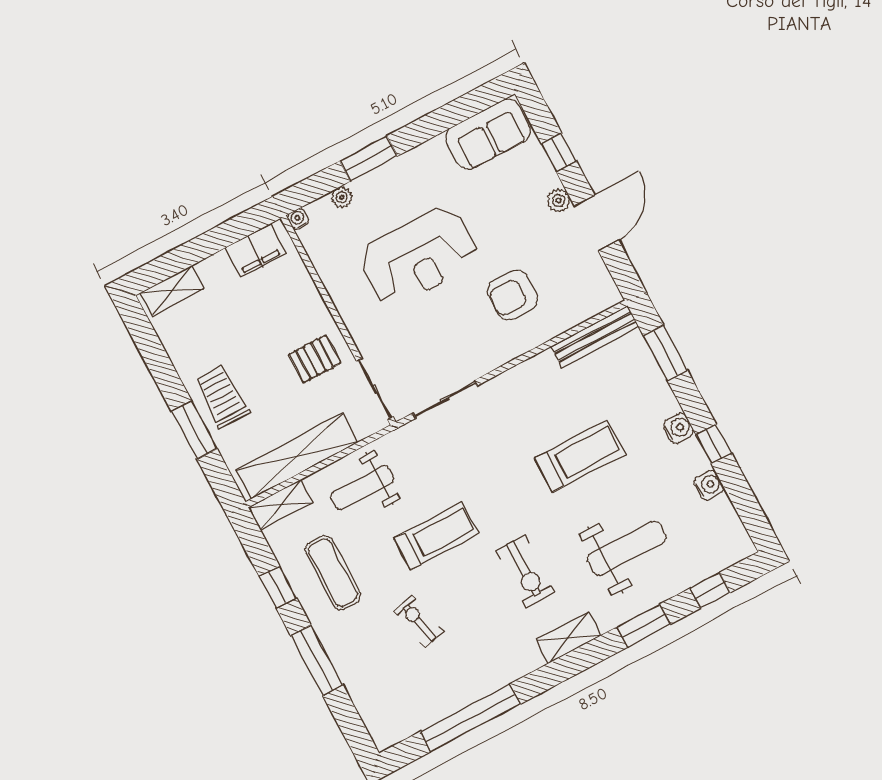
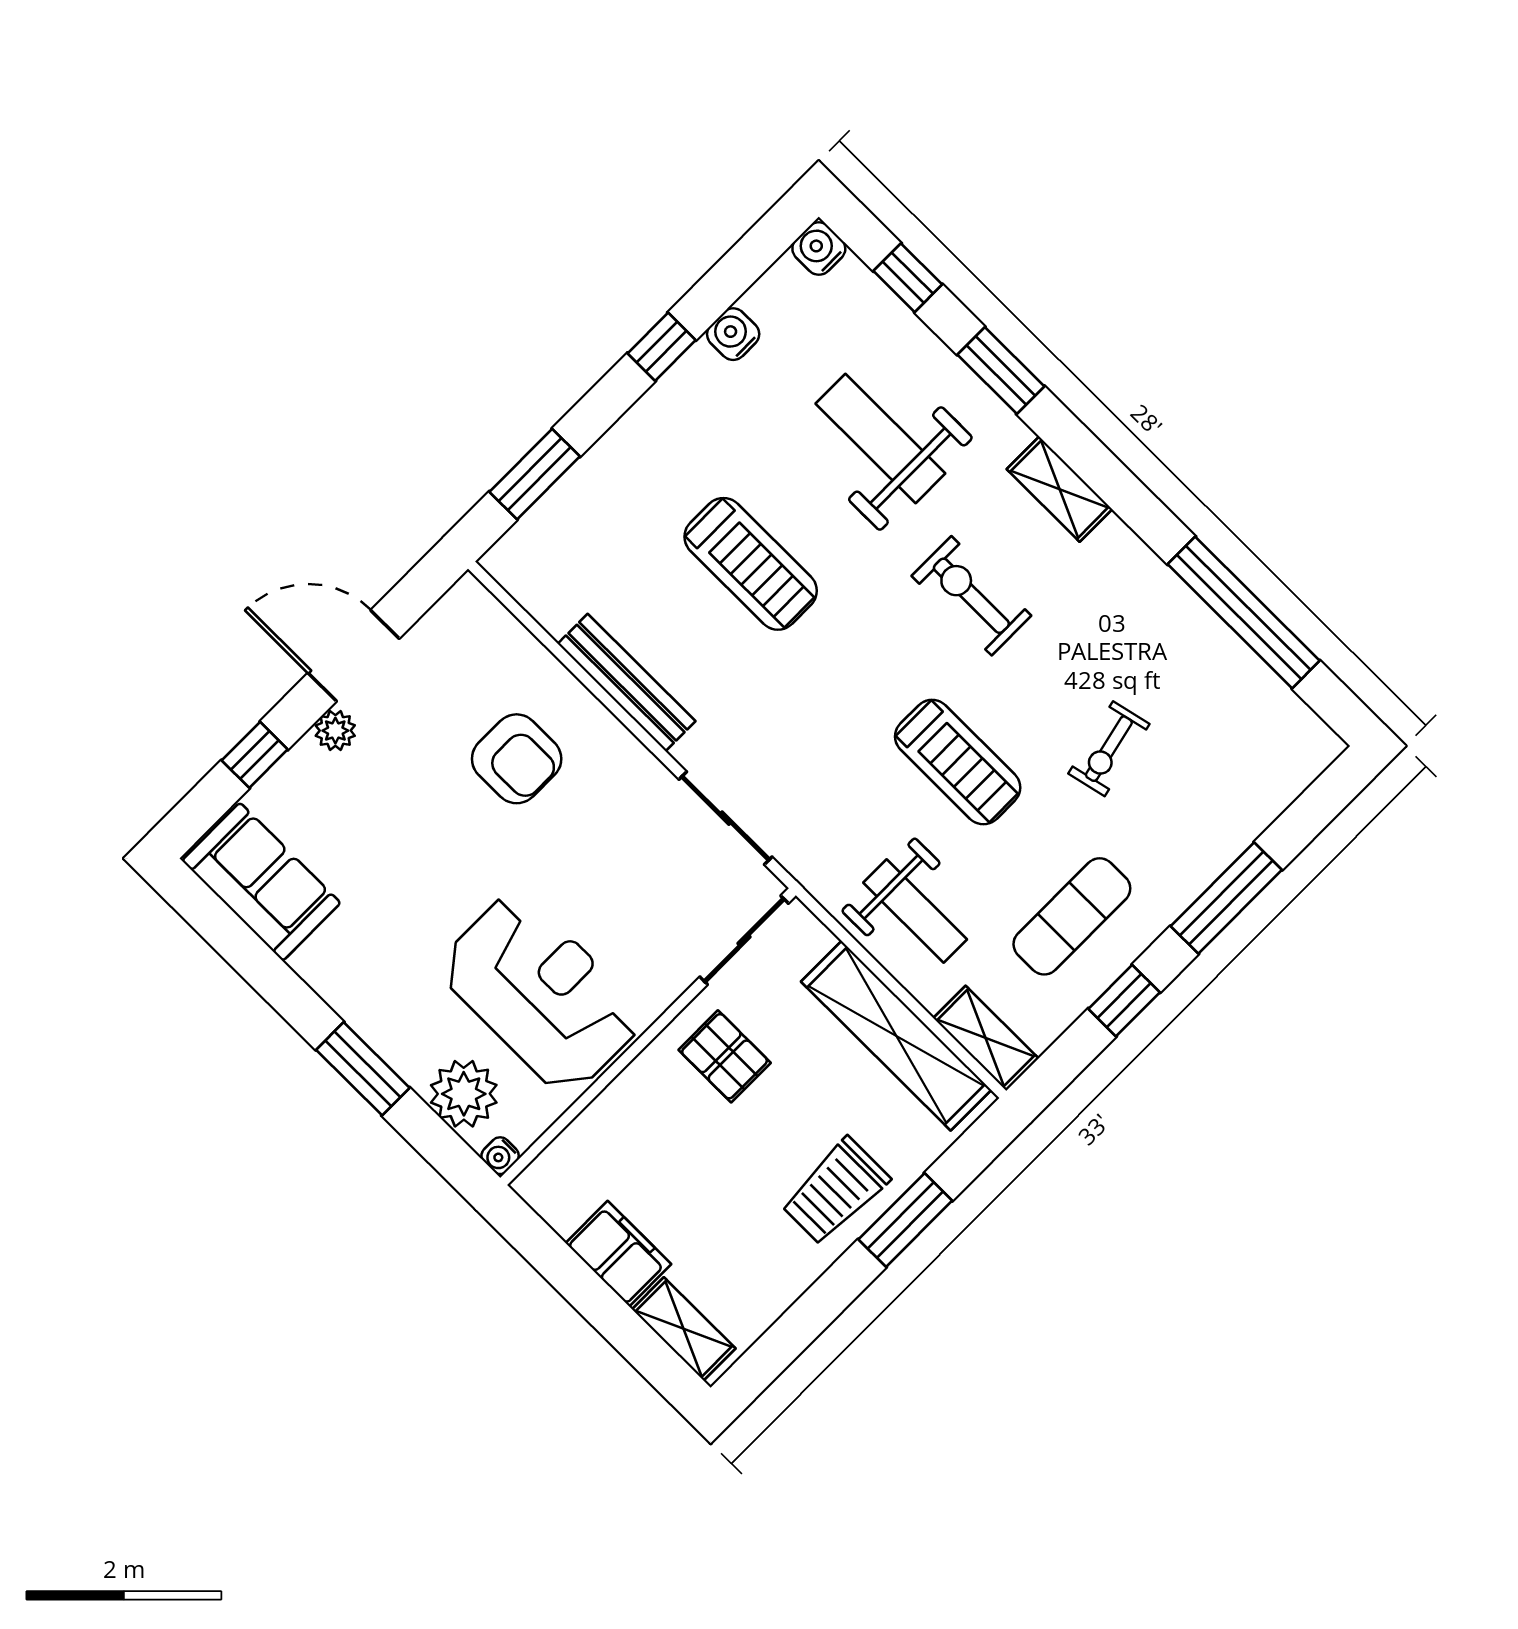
plant: (342, 197) -> (464, 1094), width x1.87, depth x1.87
filing cabinet: (255, 251) -> (618, 1254), moved
reception desk: (419, 256) -> (541, 993), moved
bench: (595, 337) -> (627, 683), moved
water cooler: (678, 428) -> (819, 248), moved
treadmill: (580, 456) -> (751, 564), turned 180
treadmill: (436, 536) -> (958, 762), turned 180
exercise bike: (525, 572) -> (971, 596), turned -90

